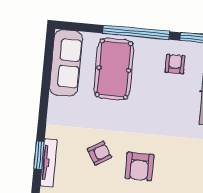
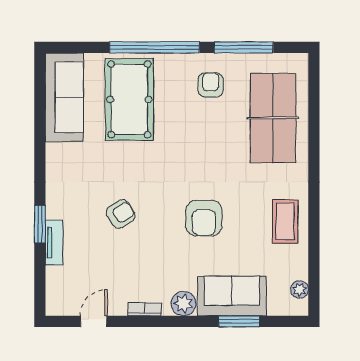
tv unit: (49, 163) -> (54, 243), width x0.71
armchair: (139, 166) -> (204, 218), moved

